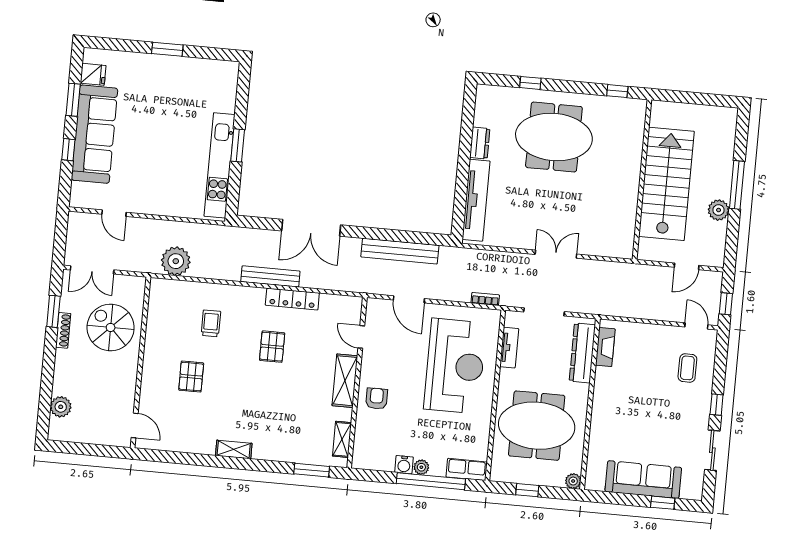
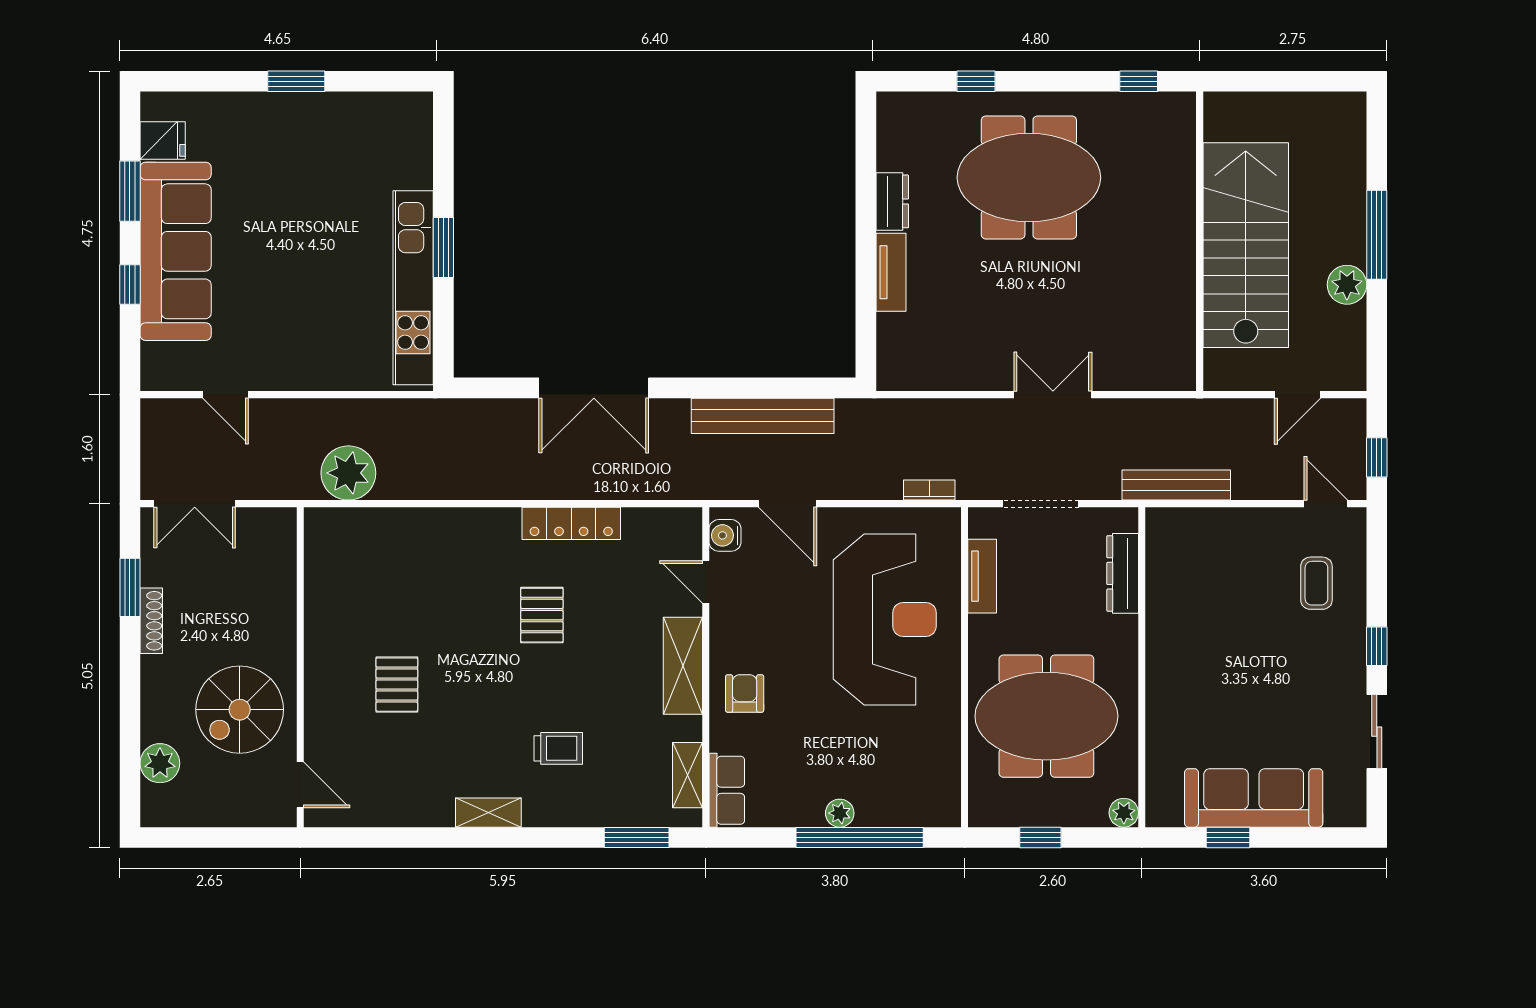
tv unit: (476, 200) -> (891, 272), width x0.52, depth x0.78
bench: (270, 276) -> (1176, 485), moved
trolley: (211, 323) -> (558, 748), moved, turned 90
spiral stairs: (111, 327) -> (240, 710), moved, turned -90
fireplace: (605, 347) -> (1160, 558), removed
dresser: (582, 353) -> (1123, 573), width x0.73, depth x0.80
water cooler: (404, 465) -> (725, 535), moved, turned 90
row of seats: (467, 469) -> (727, 790), moved, turned 90
window: (663, 503) -> (1228, 837), moved

